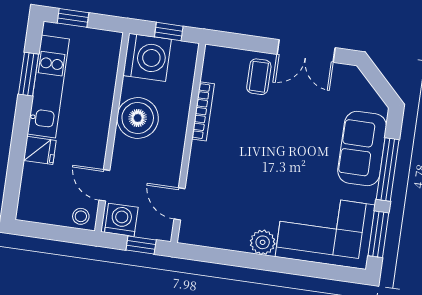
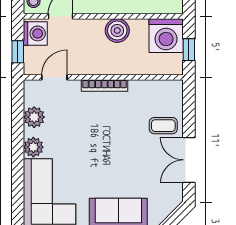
bookcase: (203, 111) -> (104, 86), moved
boiler: (138, 118) -> (117, 31), width x0.73, depth x0.73
plant: (225, 236) -> (34, 117), added

